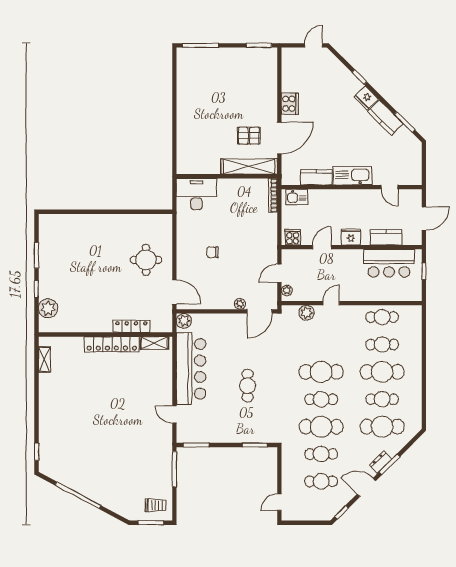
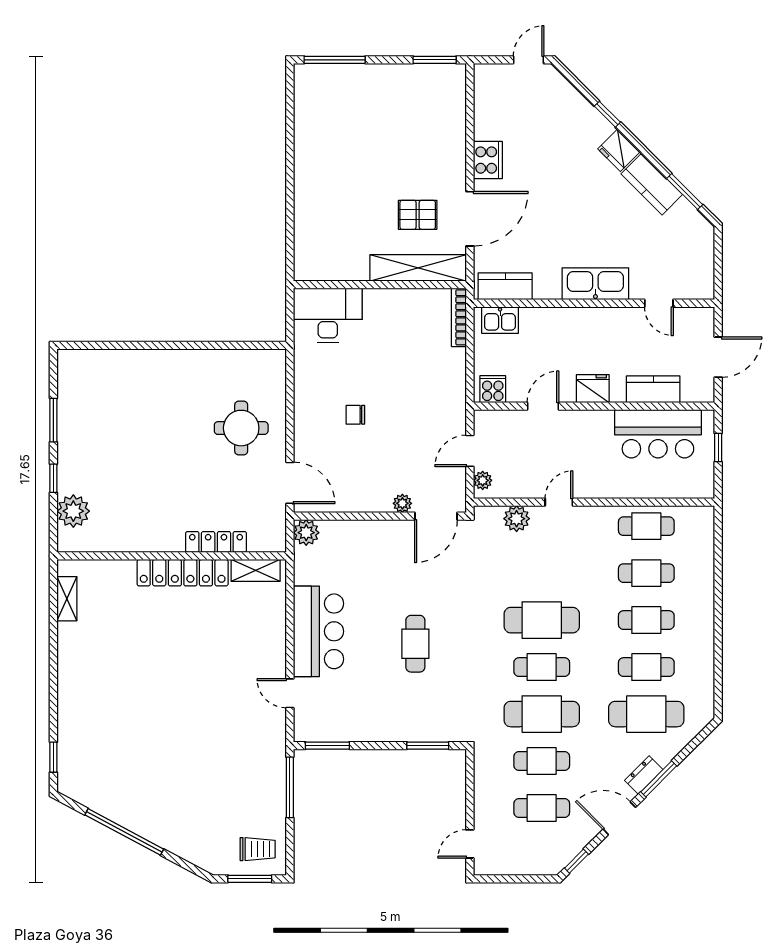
kitchen counter: (316, 177) -> (505, 286), moved
bar counter: (191, 369) -> (318, 631), width x0.73
cafe table: (382, 372) -> (646, 620), width x0.73, depth x0.74

